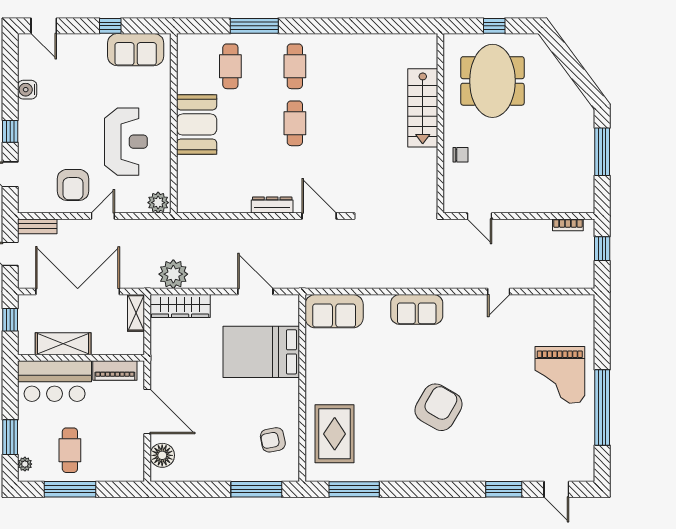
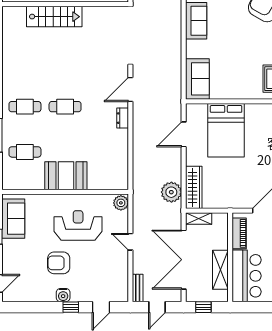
water cooler: (27, 90) -> (63, 295), moved
armchair: (73, 185) -> (59, 263), moved, turned 180
dresser: (272, 205) -> (123, 118), width x0.70

